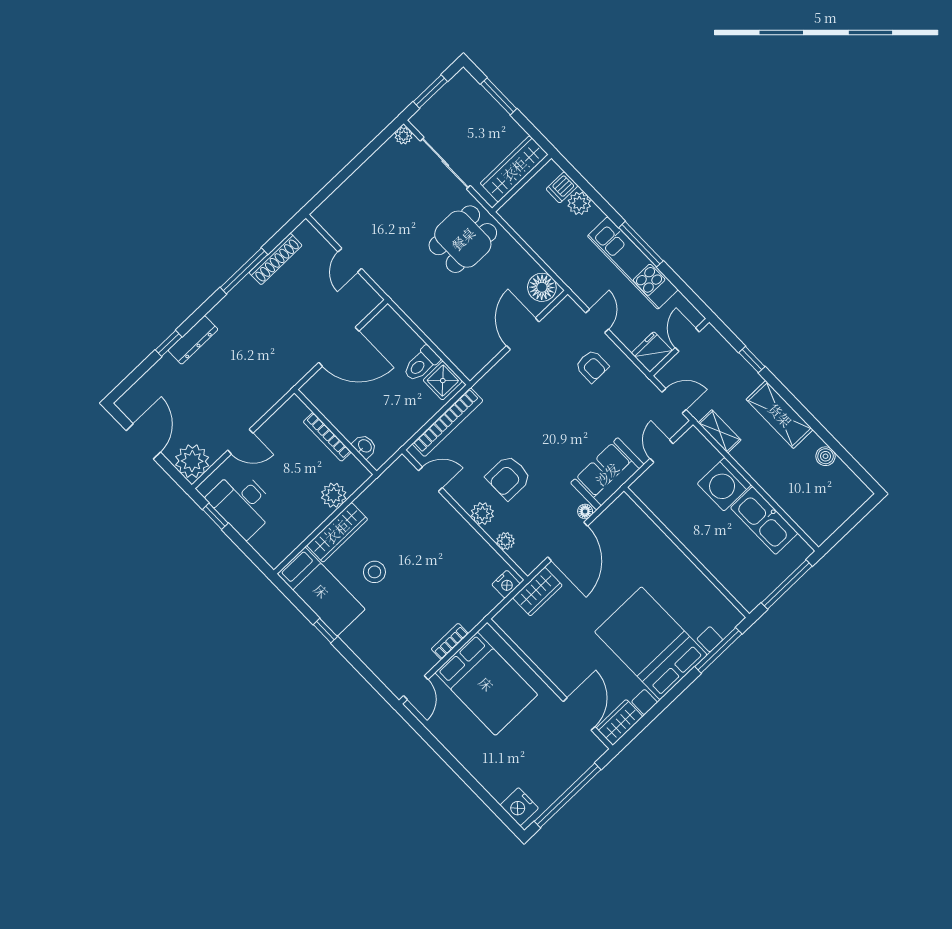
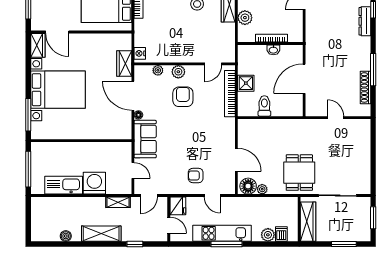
plant: (404, 136) -> (262, 189), moved
shower: (443, 381) -> (246, 83), moved
washbasin: (365, 446) -> (273, 50), moved

